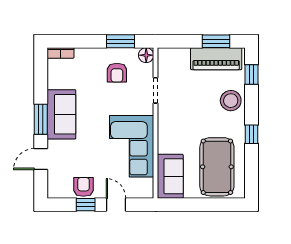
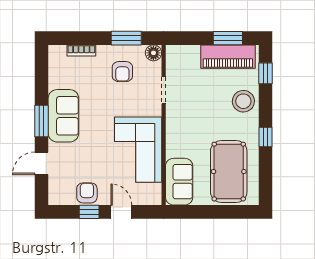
bookcase: (60, 53) -> (81, 51), moved

